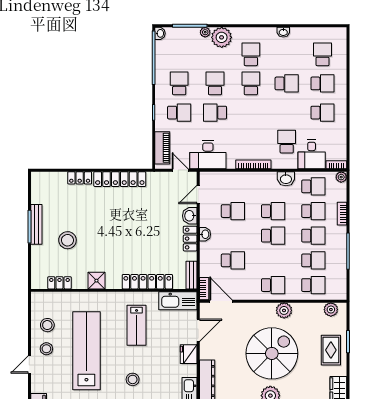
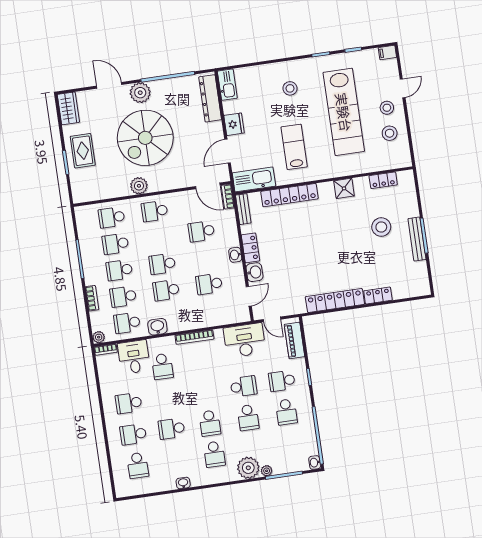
plant: (331, 310) -> (89, 194), removed

